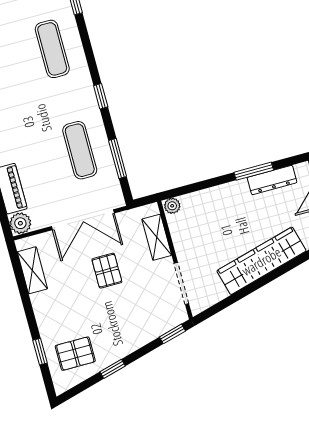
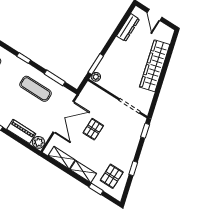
window: (254, 171) -> (96, 64), moved
shelving: (157, 237) -> (83, 172), moved
pallet: (107, 271) -> (93, 129), turned 90

